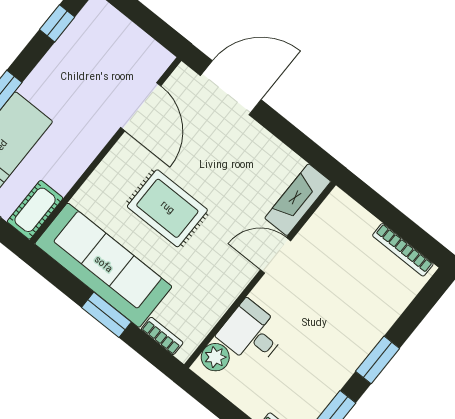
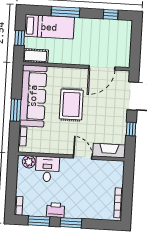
window: (287, 133) -> (131, 129), added
printer: (335, 371) -> (56, 210), added

